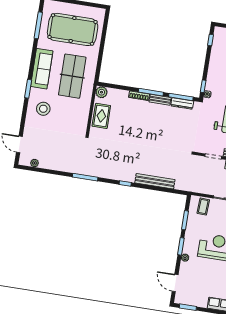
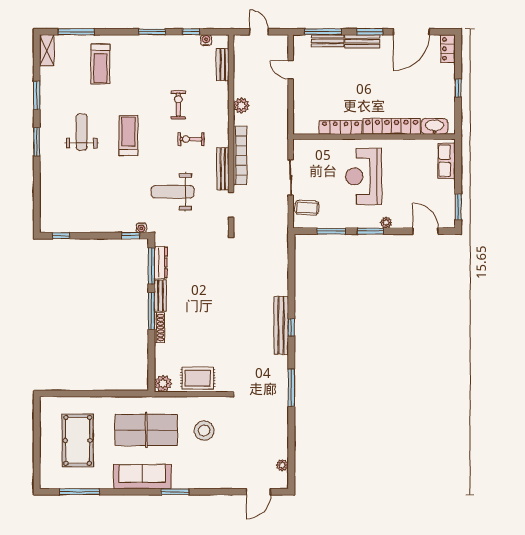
pool table: (73, 29) -> (78, 440), width x0.73, depth x0.76
stool: (43, 109) -> (204, 431), moved
bench: (155, 181) -> (281, 325), moved
door: (175, 283) -> (425, 231), swing flipped

